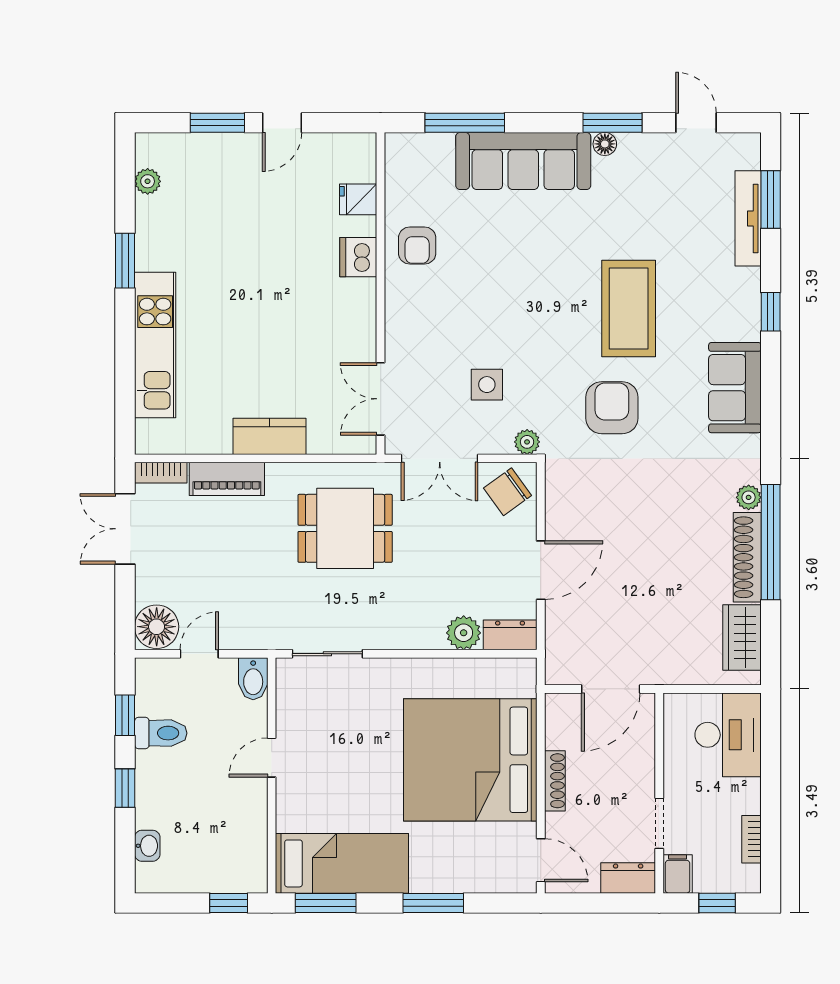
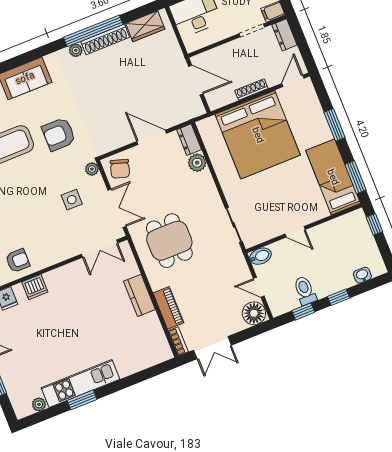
kitchen unit: (155, 345) -> (80, 383), moved
chair: (508, 492) -> (120, 169), turned 53

